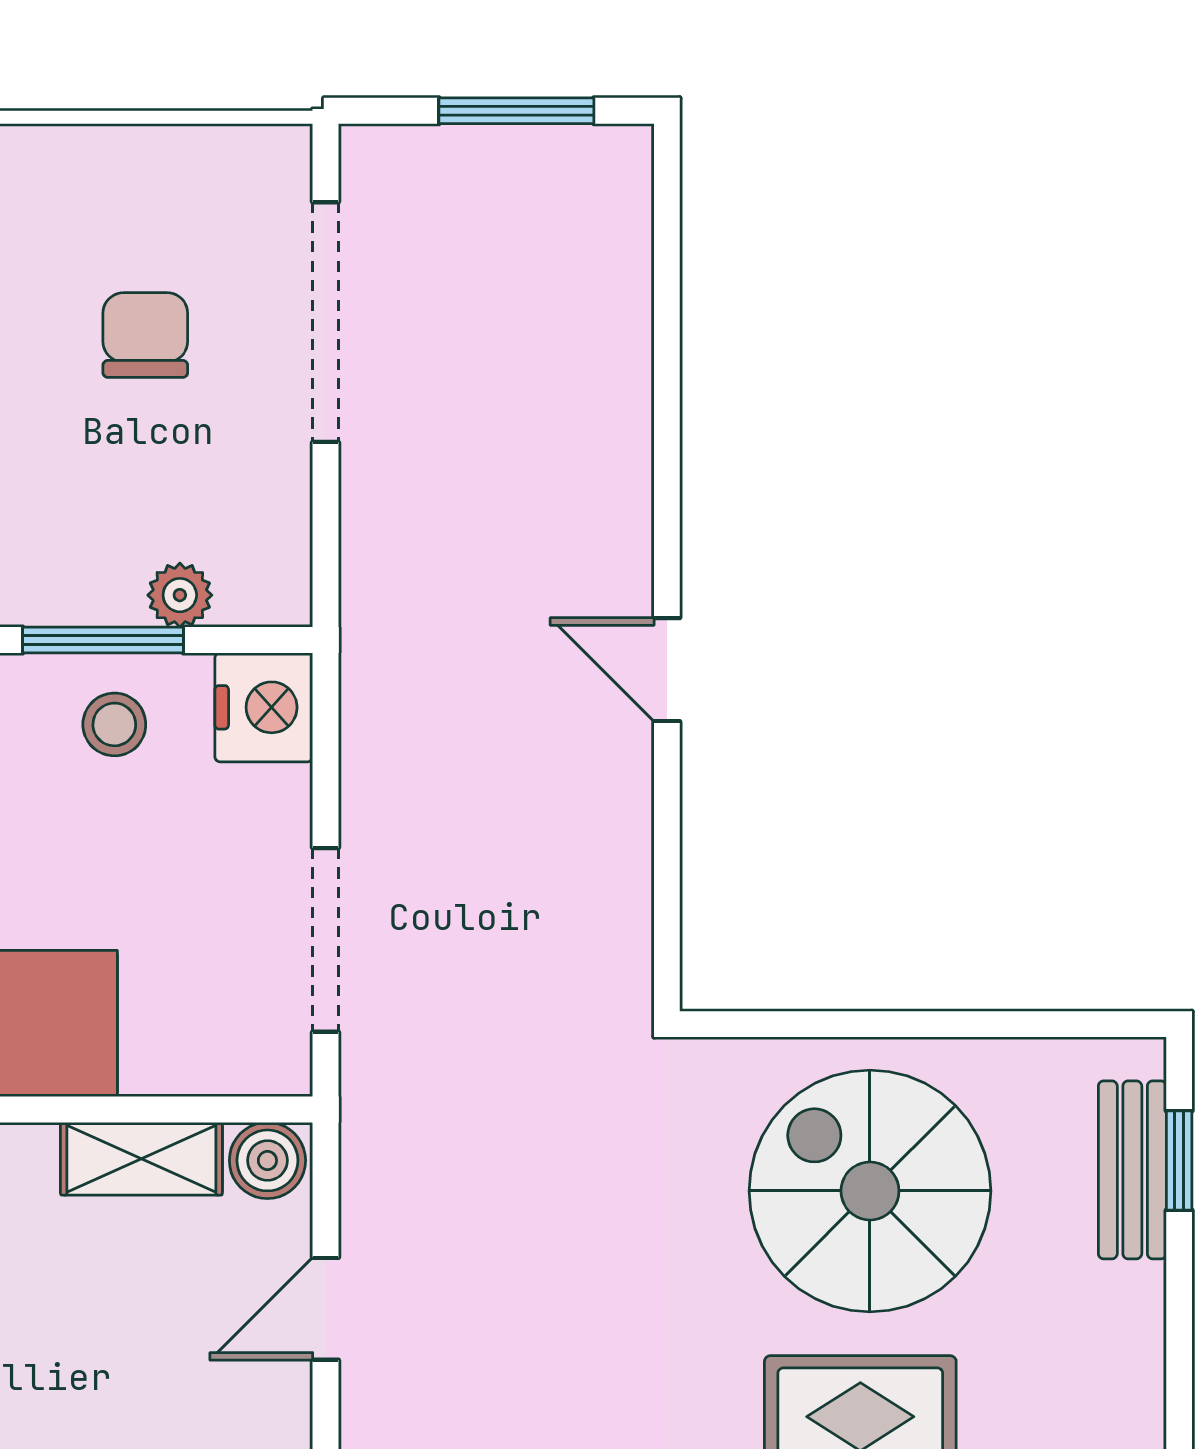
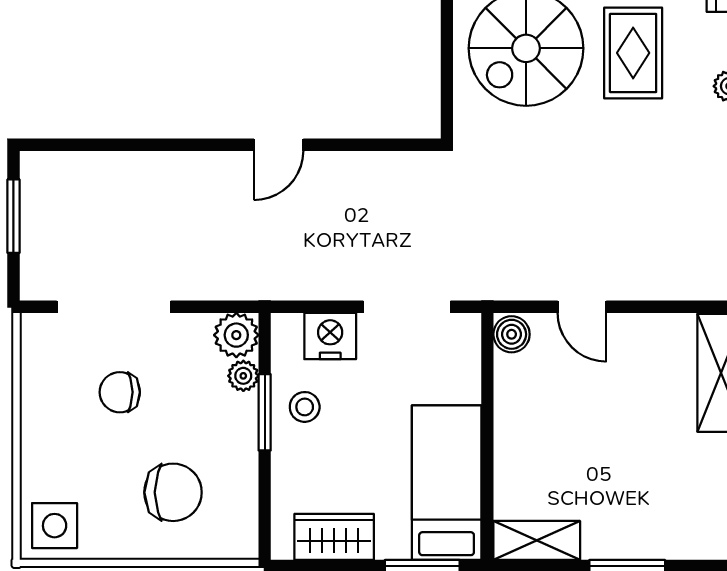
plant: (266, 580) -> (236, 335), added
nightstand: (264, 707) -> (330, 336), moved
shelving: (141, 1159) -> (511, 394), removed

